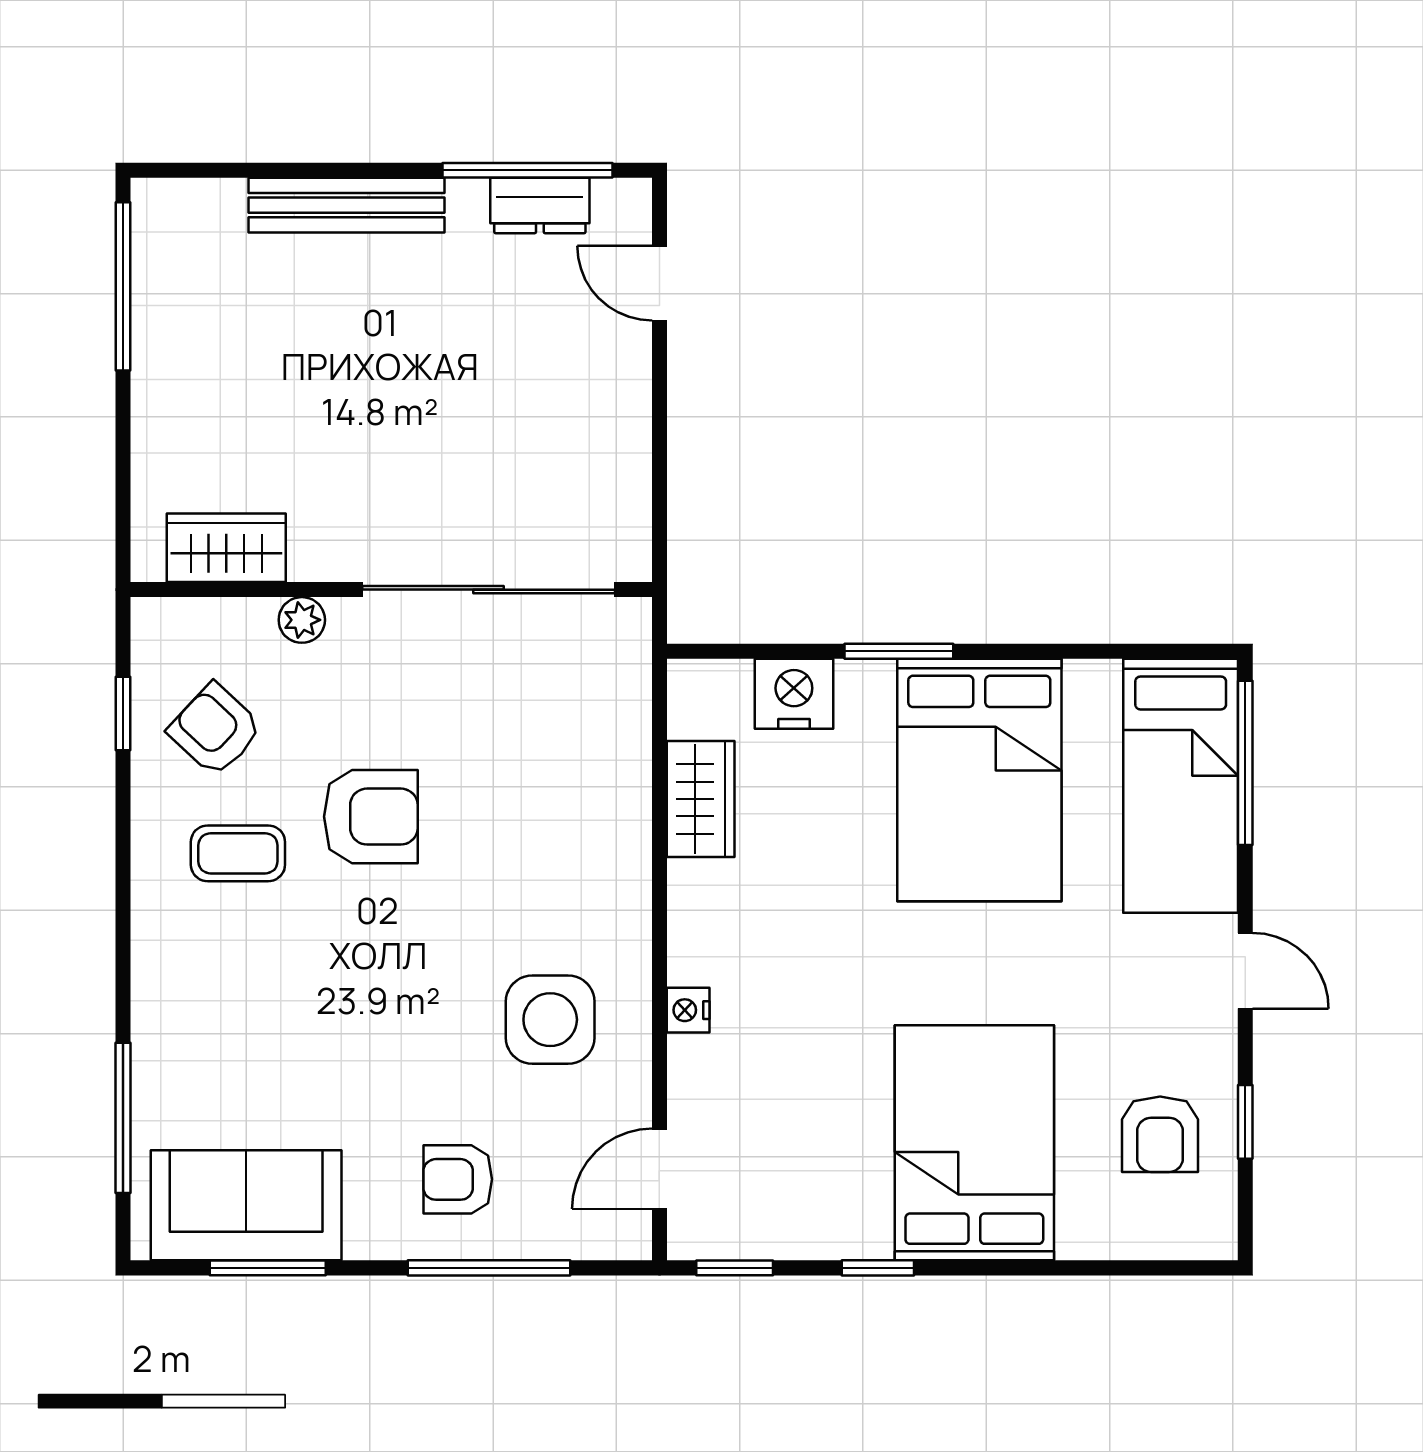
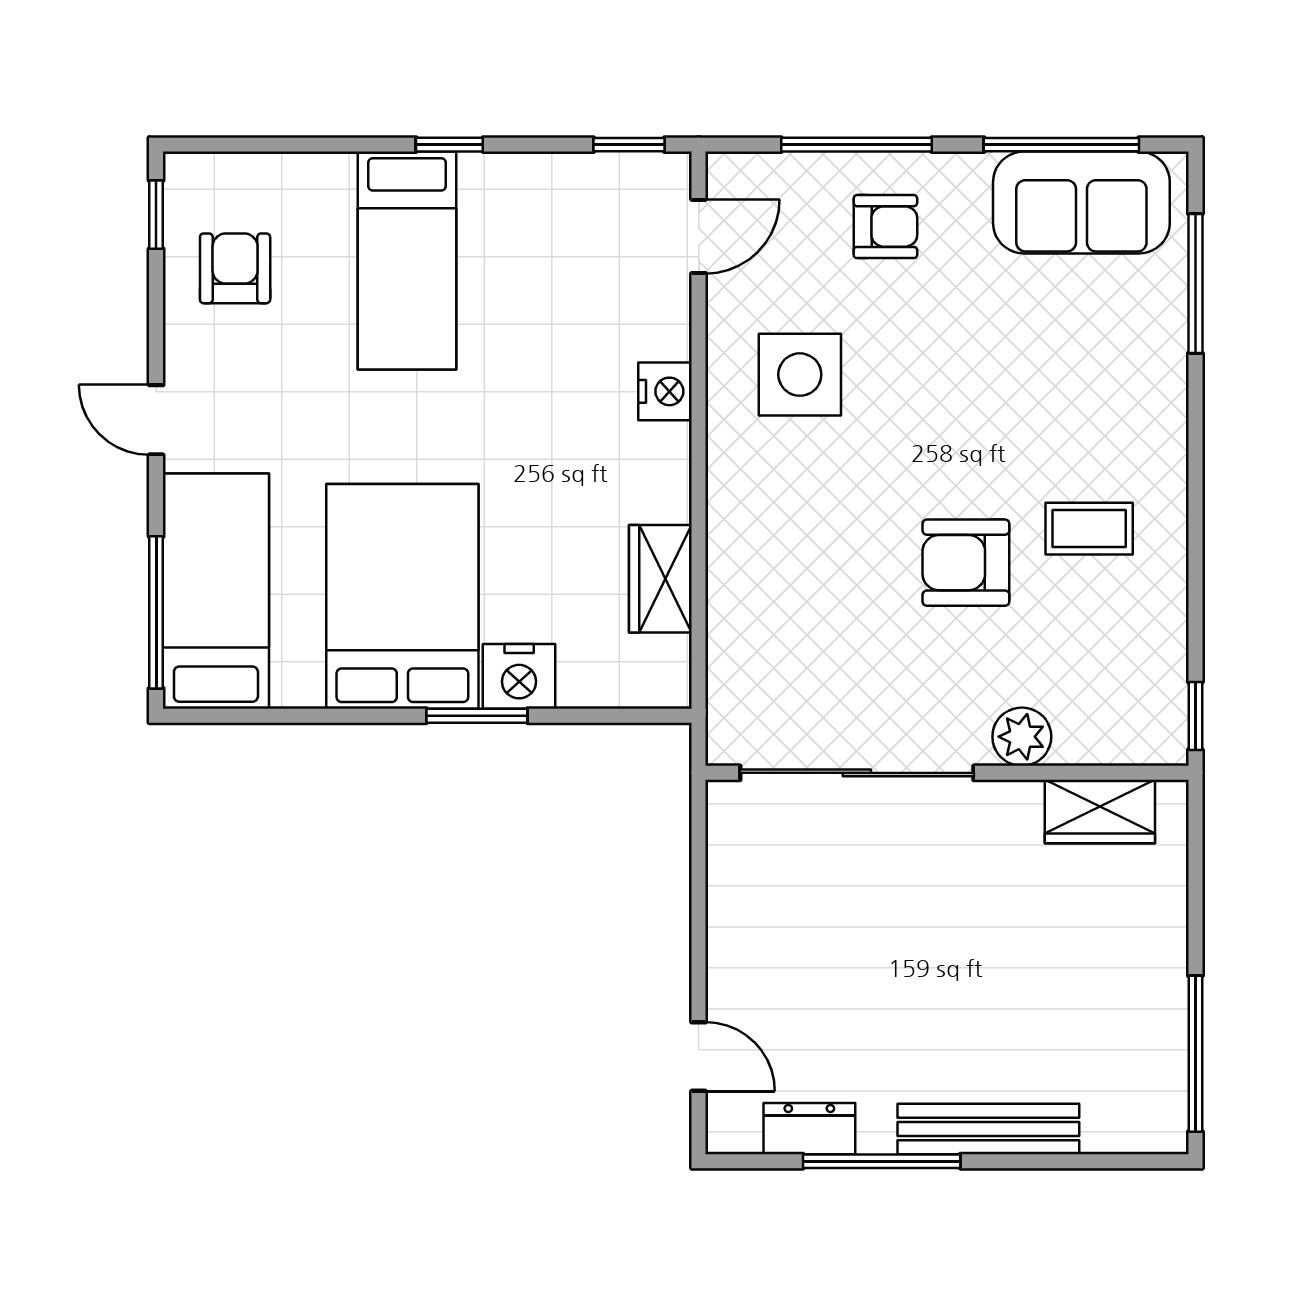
window: (527, 170) -> (882, 1161), moved
plant: (302, 620) -> (1022, 737), width x1.38, depth x1.38
nightstand: (794, 694) -> (519, 676), moved
window: (123, 713) -> (1195, 716), moved
armchair: (215, 730) -> (1110, 643), removed
nightstand: (688, 1010) -> (665, 391), width x1.39, depth x1.35
window: (1245, 1122) -> (156, 215), moved
bed: (974, 1143) -> (407, 261), width x0.67
window: (268, 1268) -> (1061, 145), width x1.44
window: (878, 1268) -> (449, 145), moved

